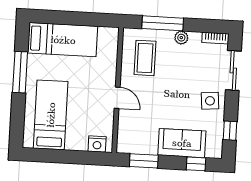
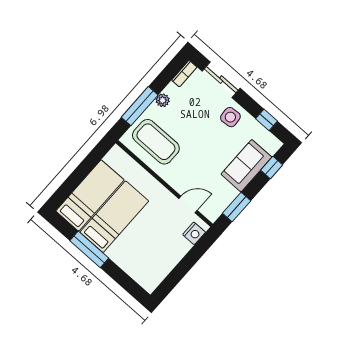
coffee table: (145, 58) -> (156, 142), width x1.36, depth x1.32
door: (117, 98) -> (188, 204), moved
bed: (51, 115) -> (114, 217), moved, turned 90

